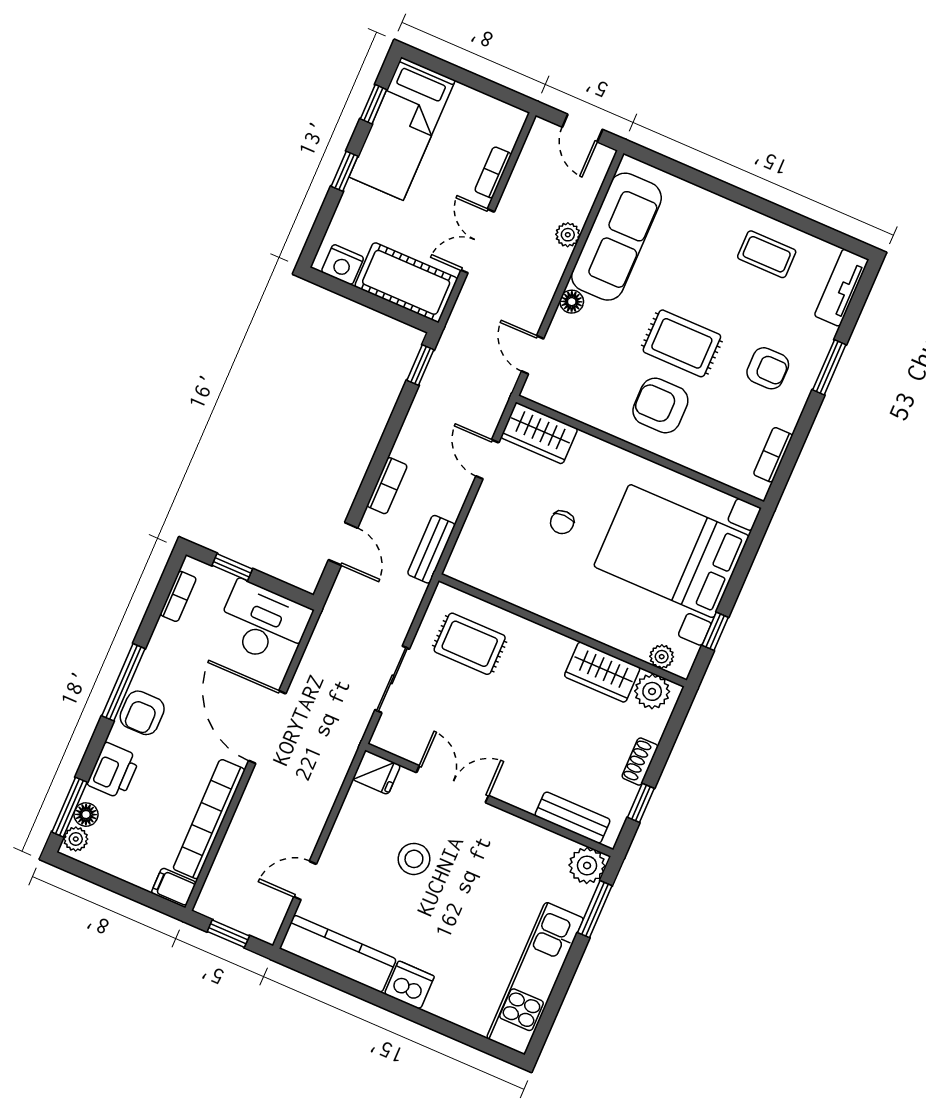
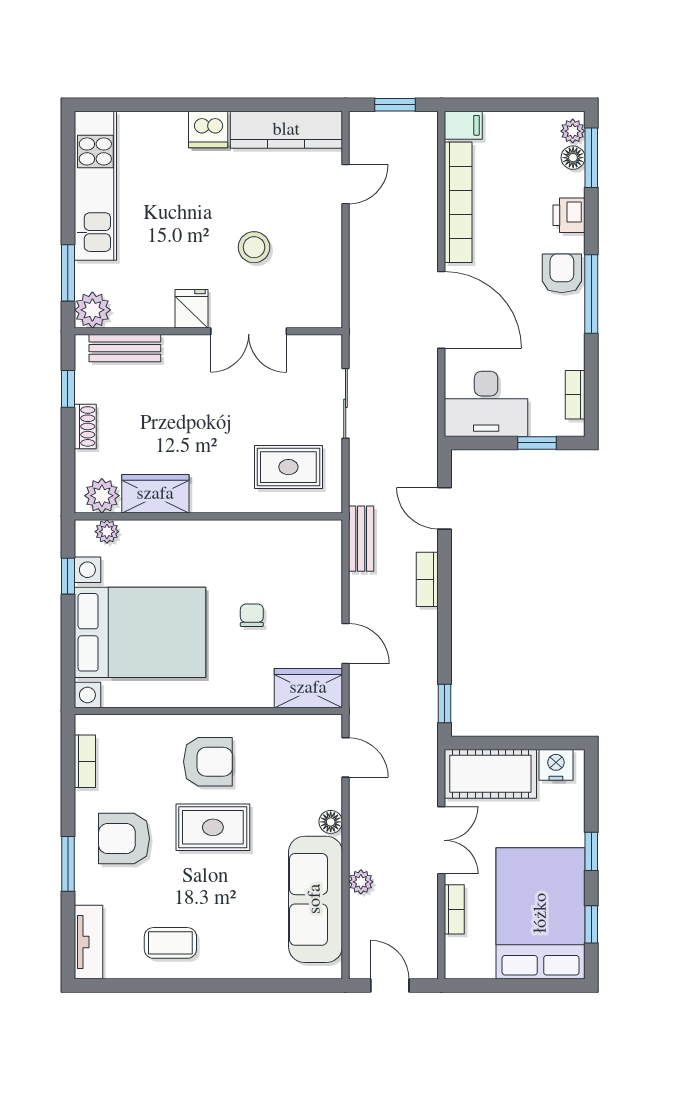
bed: (402, 129) -> (541, 913), width x1.50
armchair: (768, 368) -> (124, 839), width x1.38, depth x1.38
printer: (113, 771) -> (569, 215), width x0.73, depth x0.81
fridge: (376, 772) -> (192, 309), moved, turned 90

